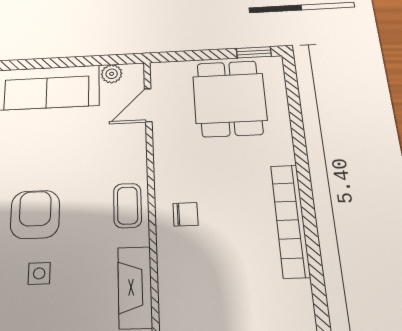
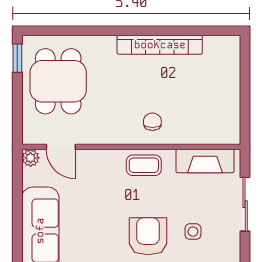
plant: (112, 74) -> (31, 158), moved
dining table: (230, 98) -> (58, 81), turned 90
armchair: (35, 214) -> (148, 236), turned 90

